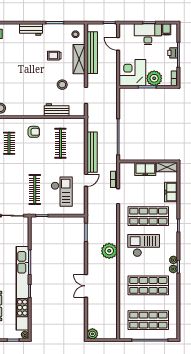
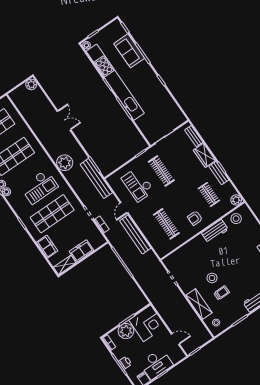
bench: (92, 53) -> (96, 178), moved
stool: (62, 85) -> (212, 278), moved
workbench: (57, 110) -> (215, 231), moved

